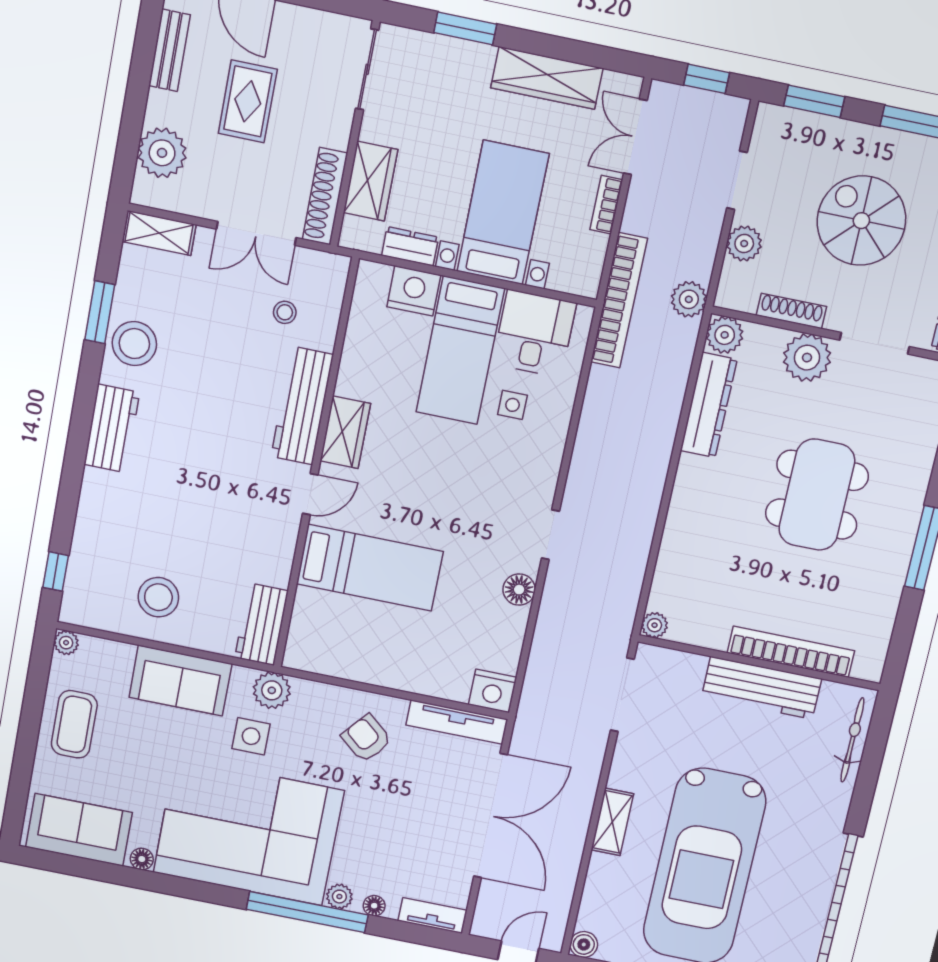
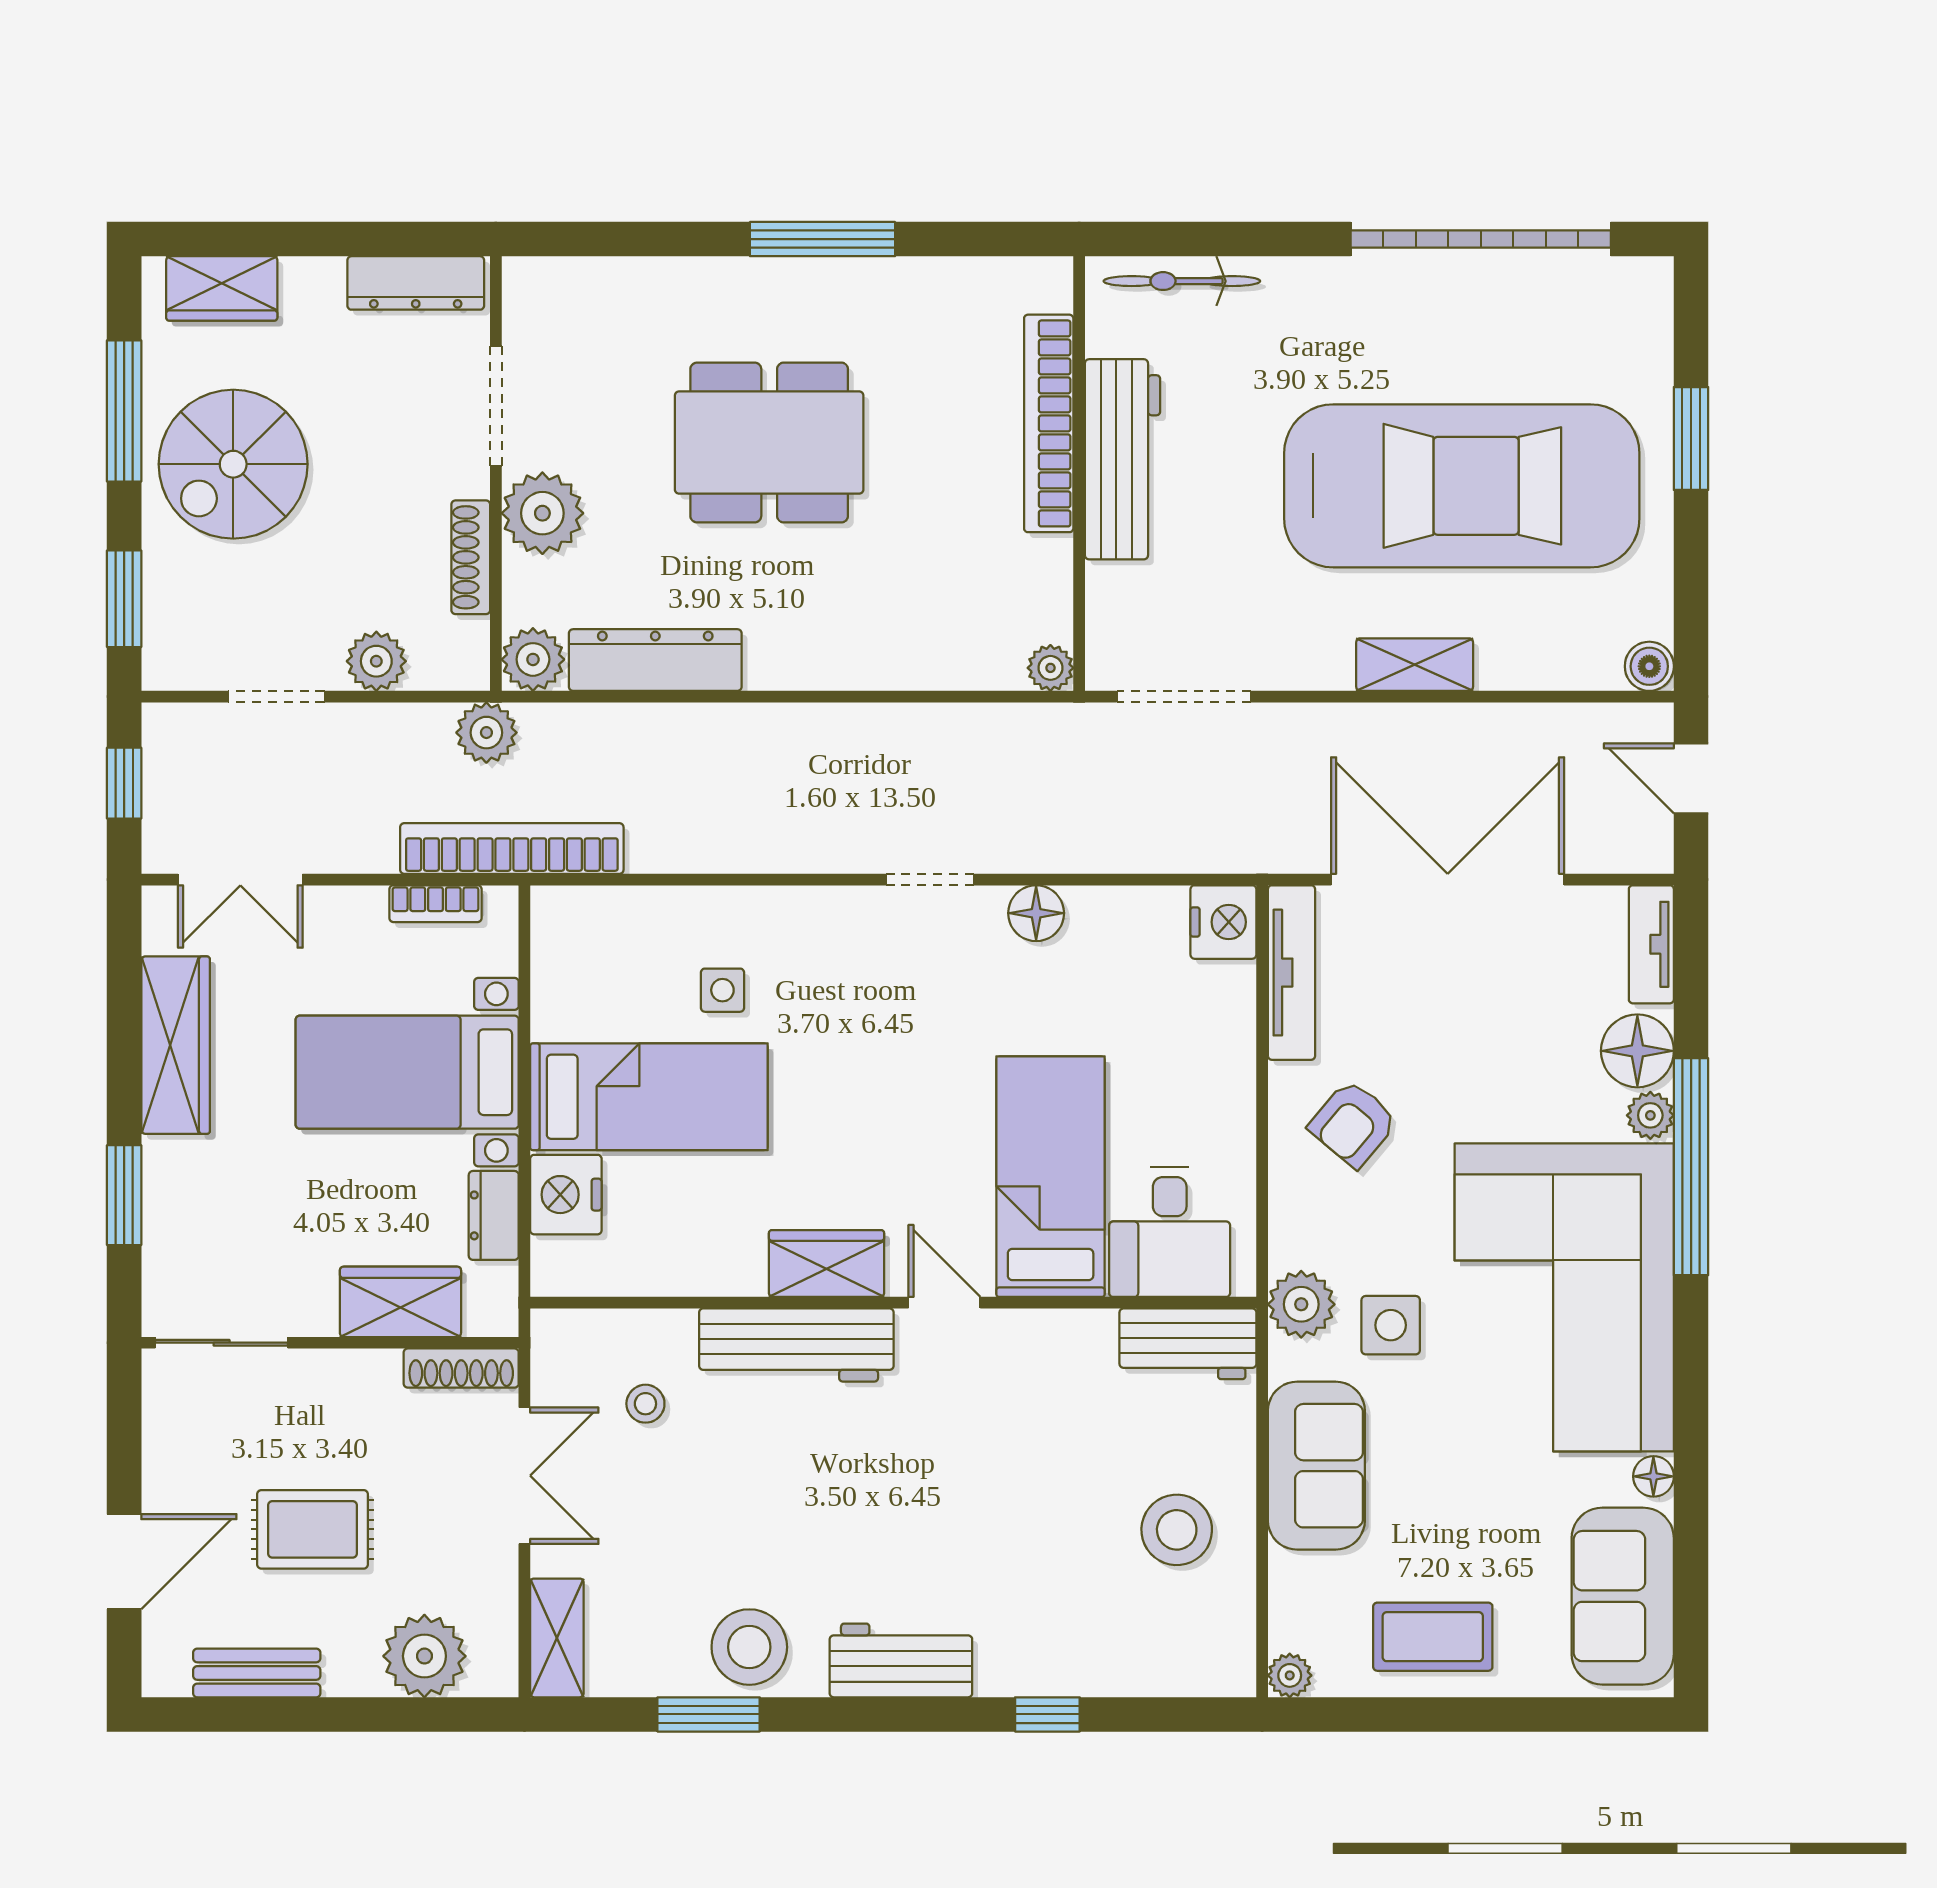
shoe rack: (325, 196) -> (461, 1368), width x0.74, depth x0.81
bookcase: (606, 205) -> (435, 904), moved
spiral stairs: (861, 221) -> (233, 464), moved
desk: (534, 333) -> (1170, 1232), moved, turned -90
window: (56, 571) -> (1047, 1714), moved
floor lamp: (374, 906) -> (1637, 1051), width x1.89, depth x1.89

